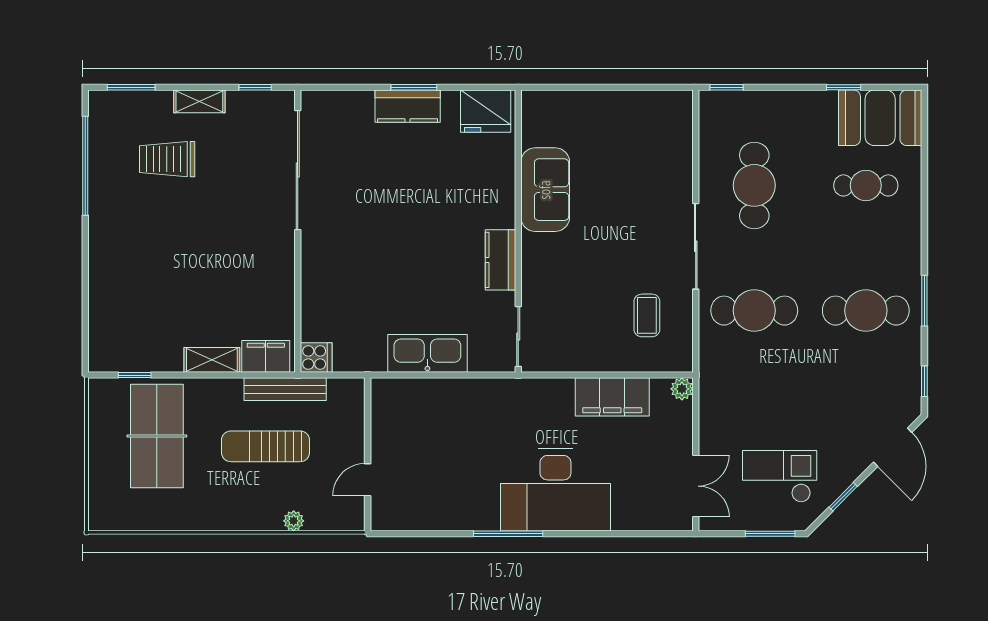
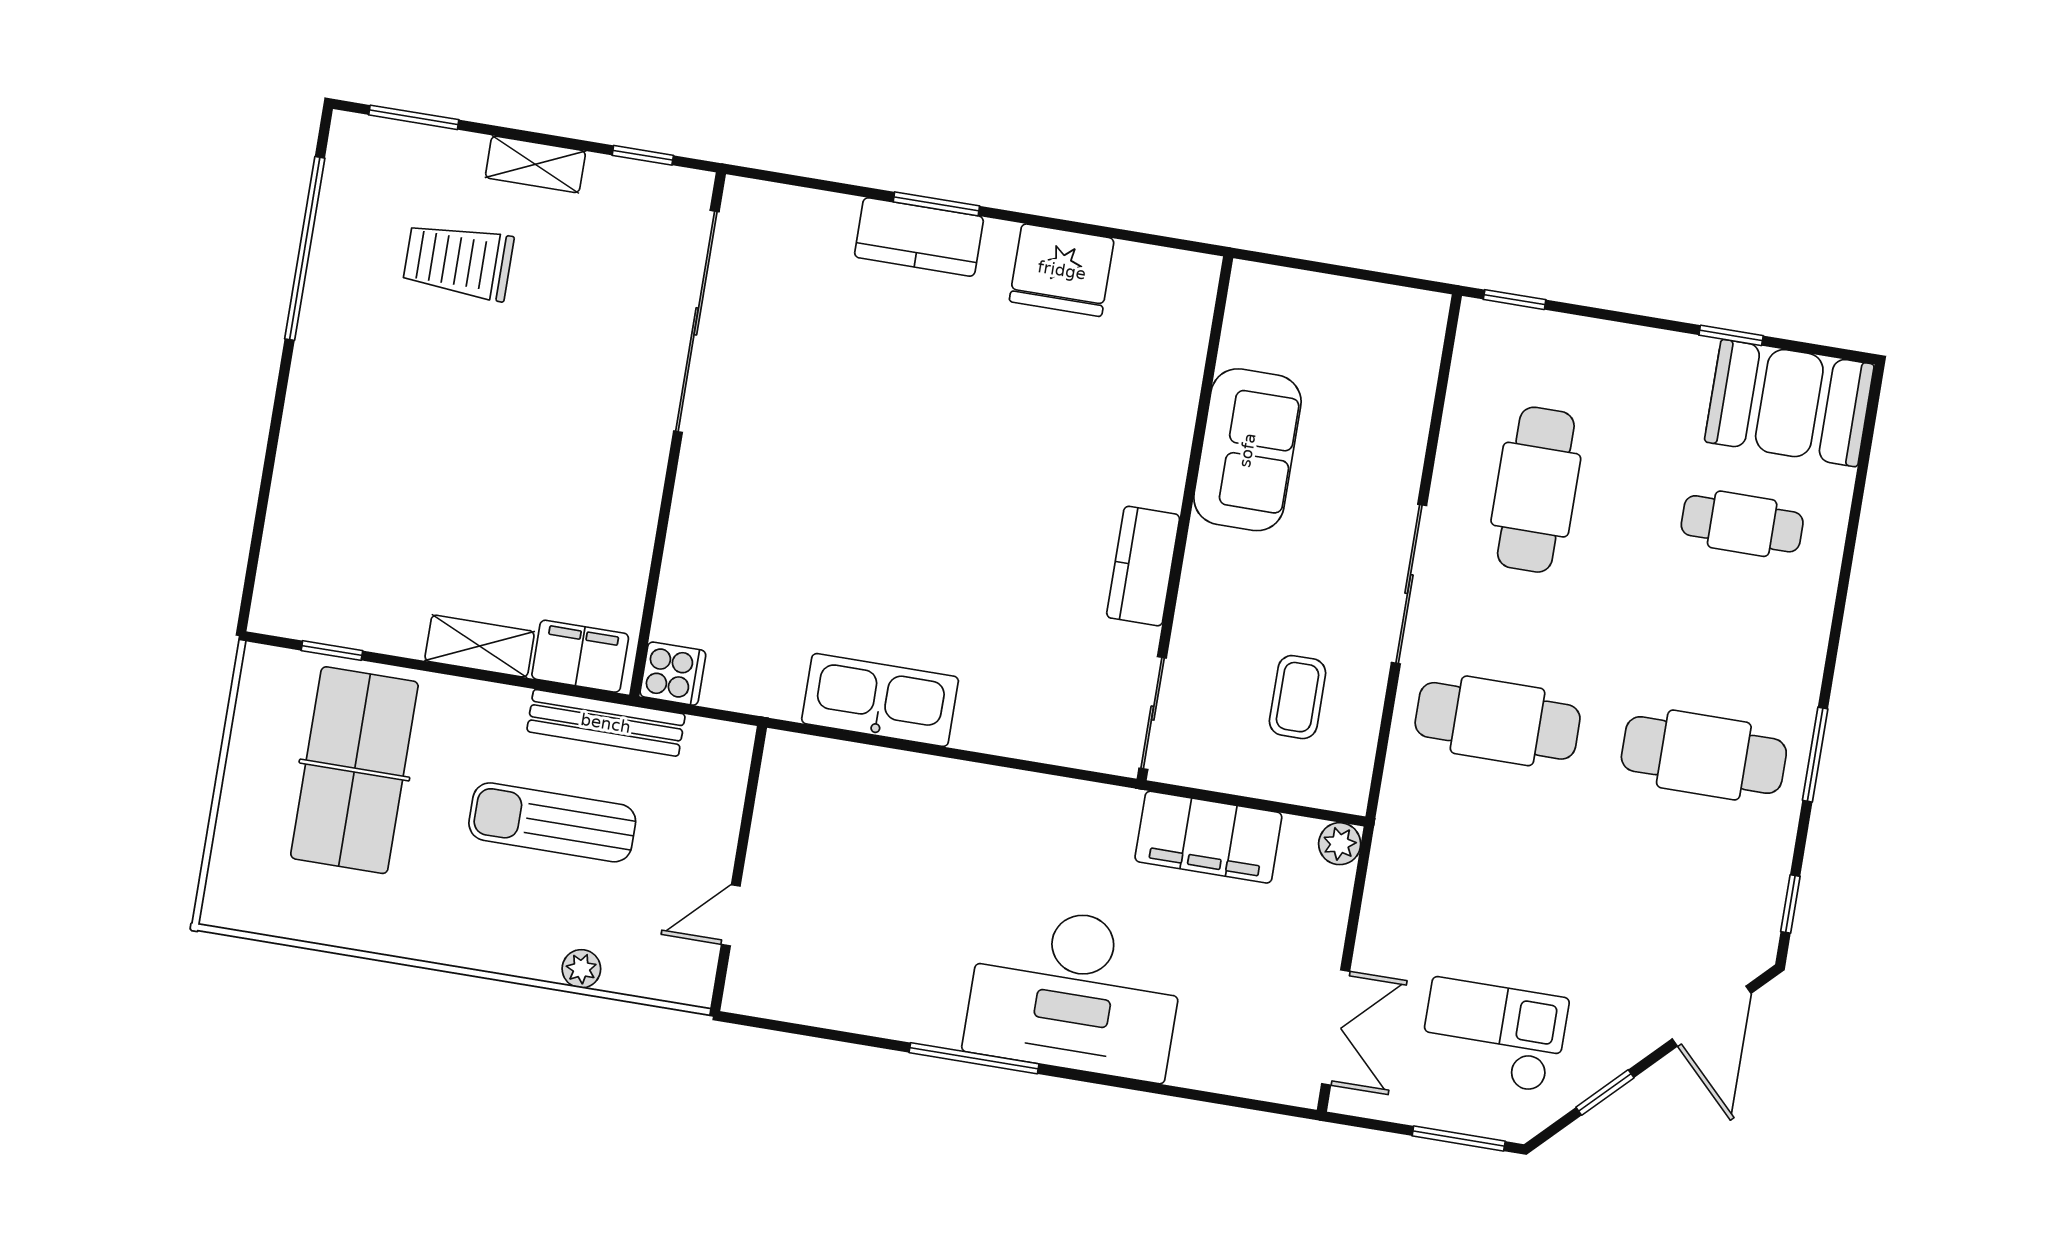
sofa: (545, 190) -> (1247, 450), moved
wall: (518, 231) -> (1185, 518), moved
kitchen counter: (500, 260) -> (1143, 566), moved
sliding door: (518, 336) -> (1153, 713), moved

